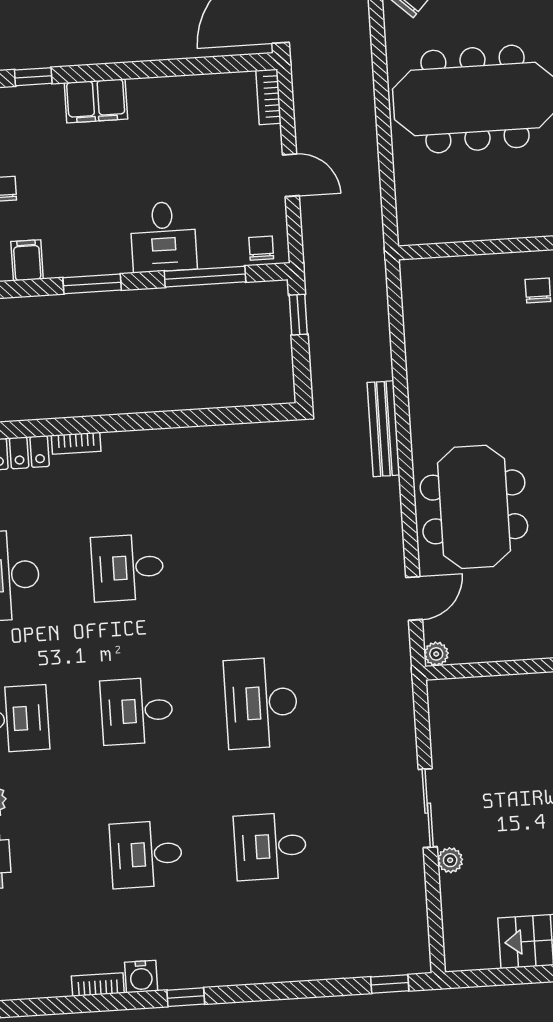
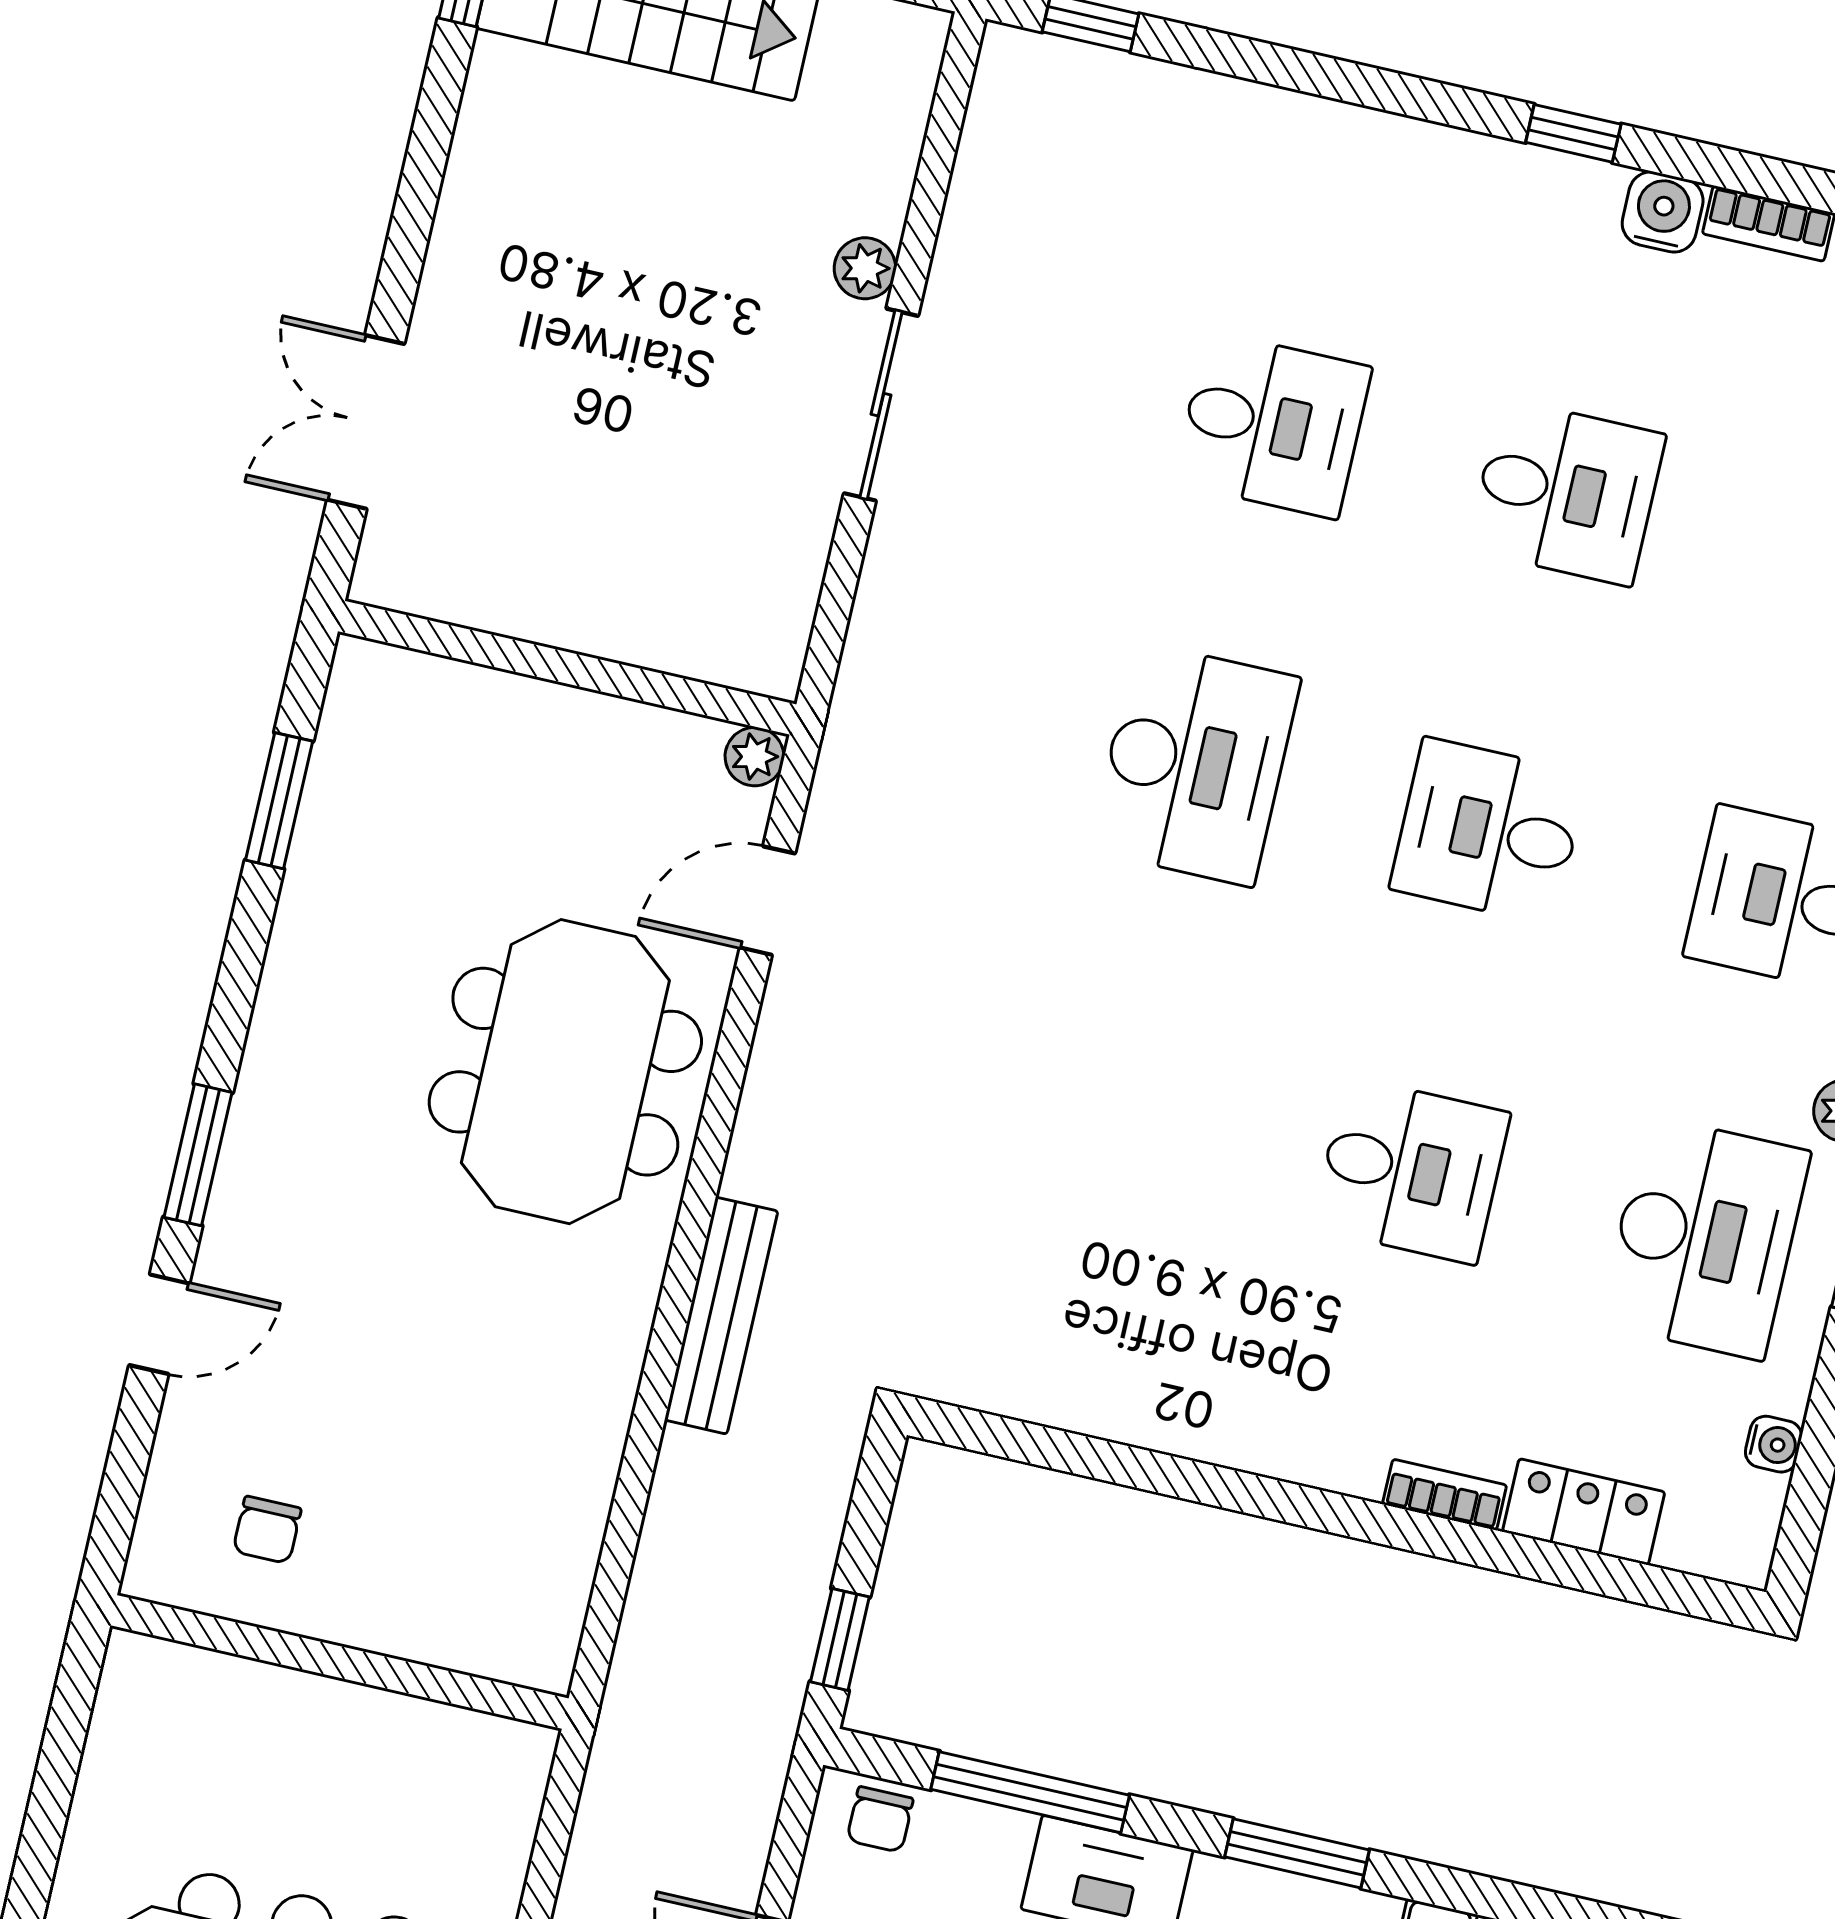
desk: (137, 711) -> (1489, 831), turned 180

